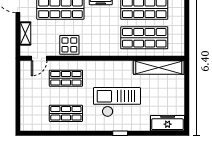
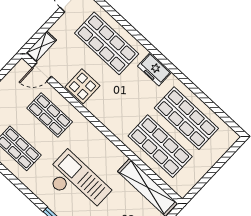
shelving: (25, 34) -> (41, 47), moved

